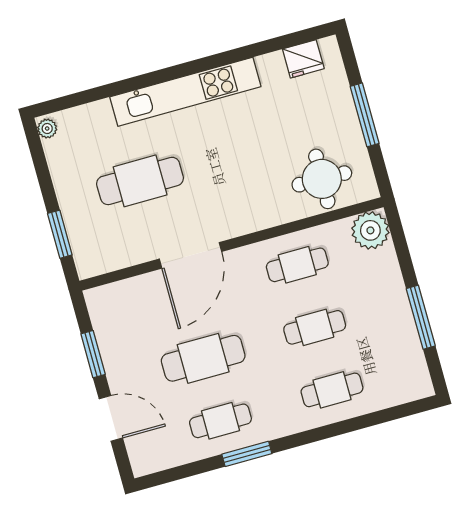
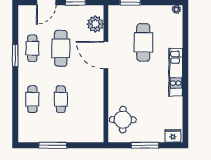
fridge: (303, 59) -> (173, 136), moved, turned 90
kitchen unit: (185, 92) -> (176, 72), width x0.73
plant: (370, 230) -> (95, 24), moved
cafe table: (297, 265) -> (89, 99), removed

